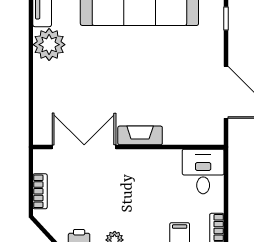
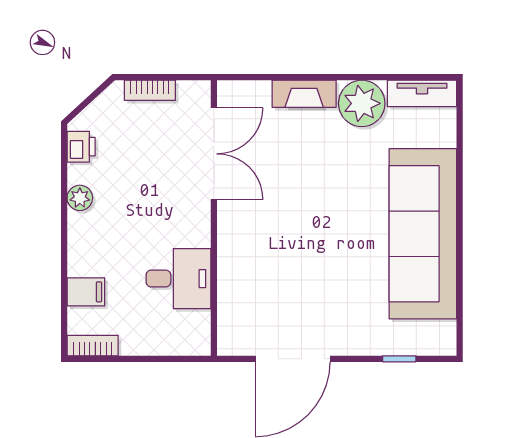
fireplace: (140, 135) -> (304, 94), moved, turned 90
desk: (203, 171) -> (179, 279), moved

